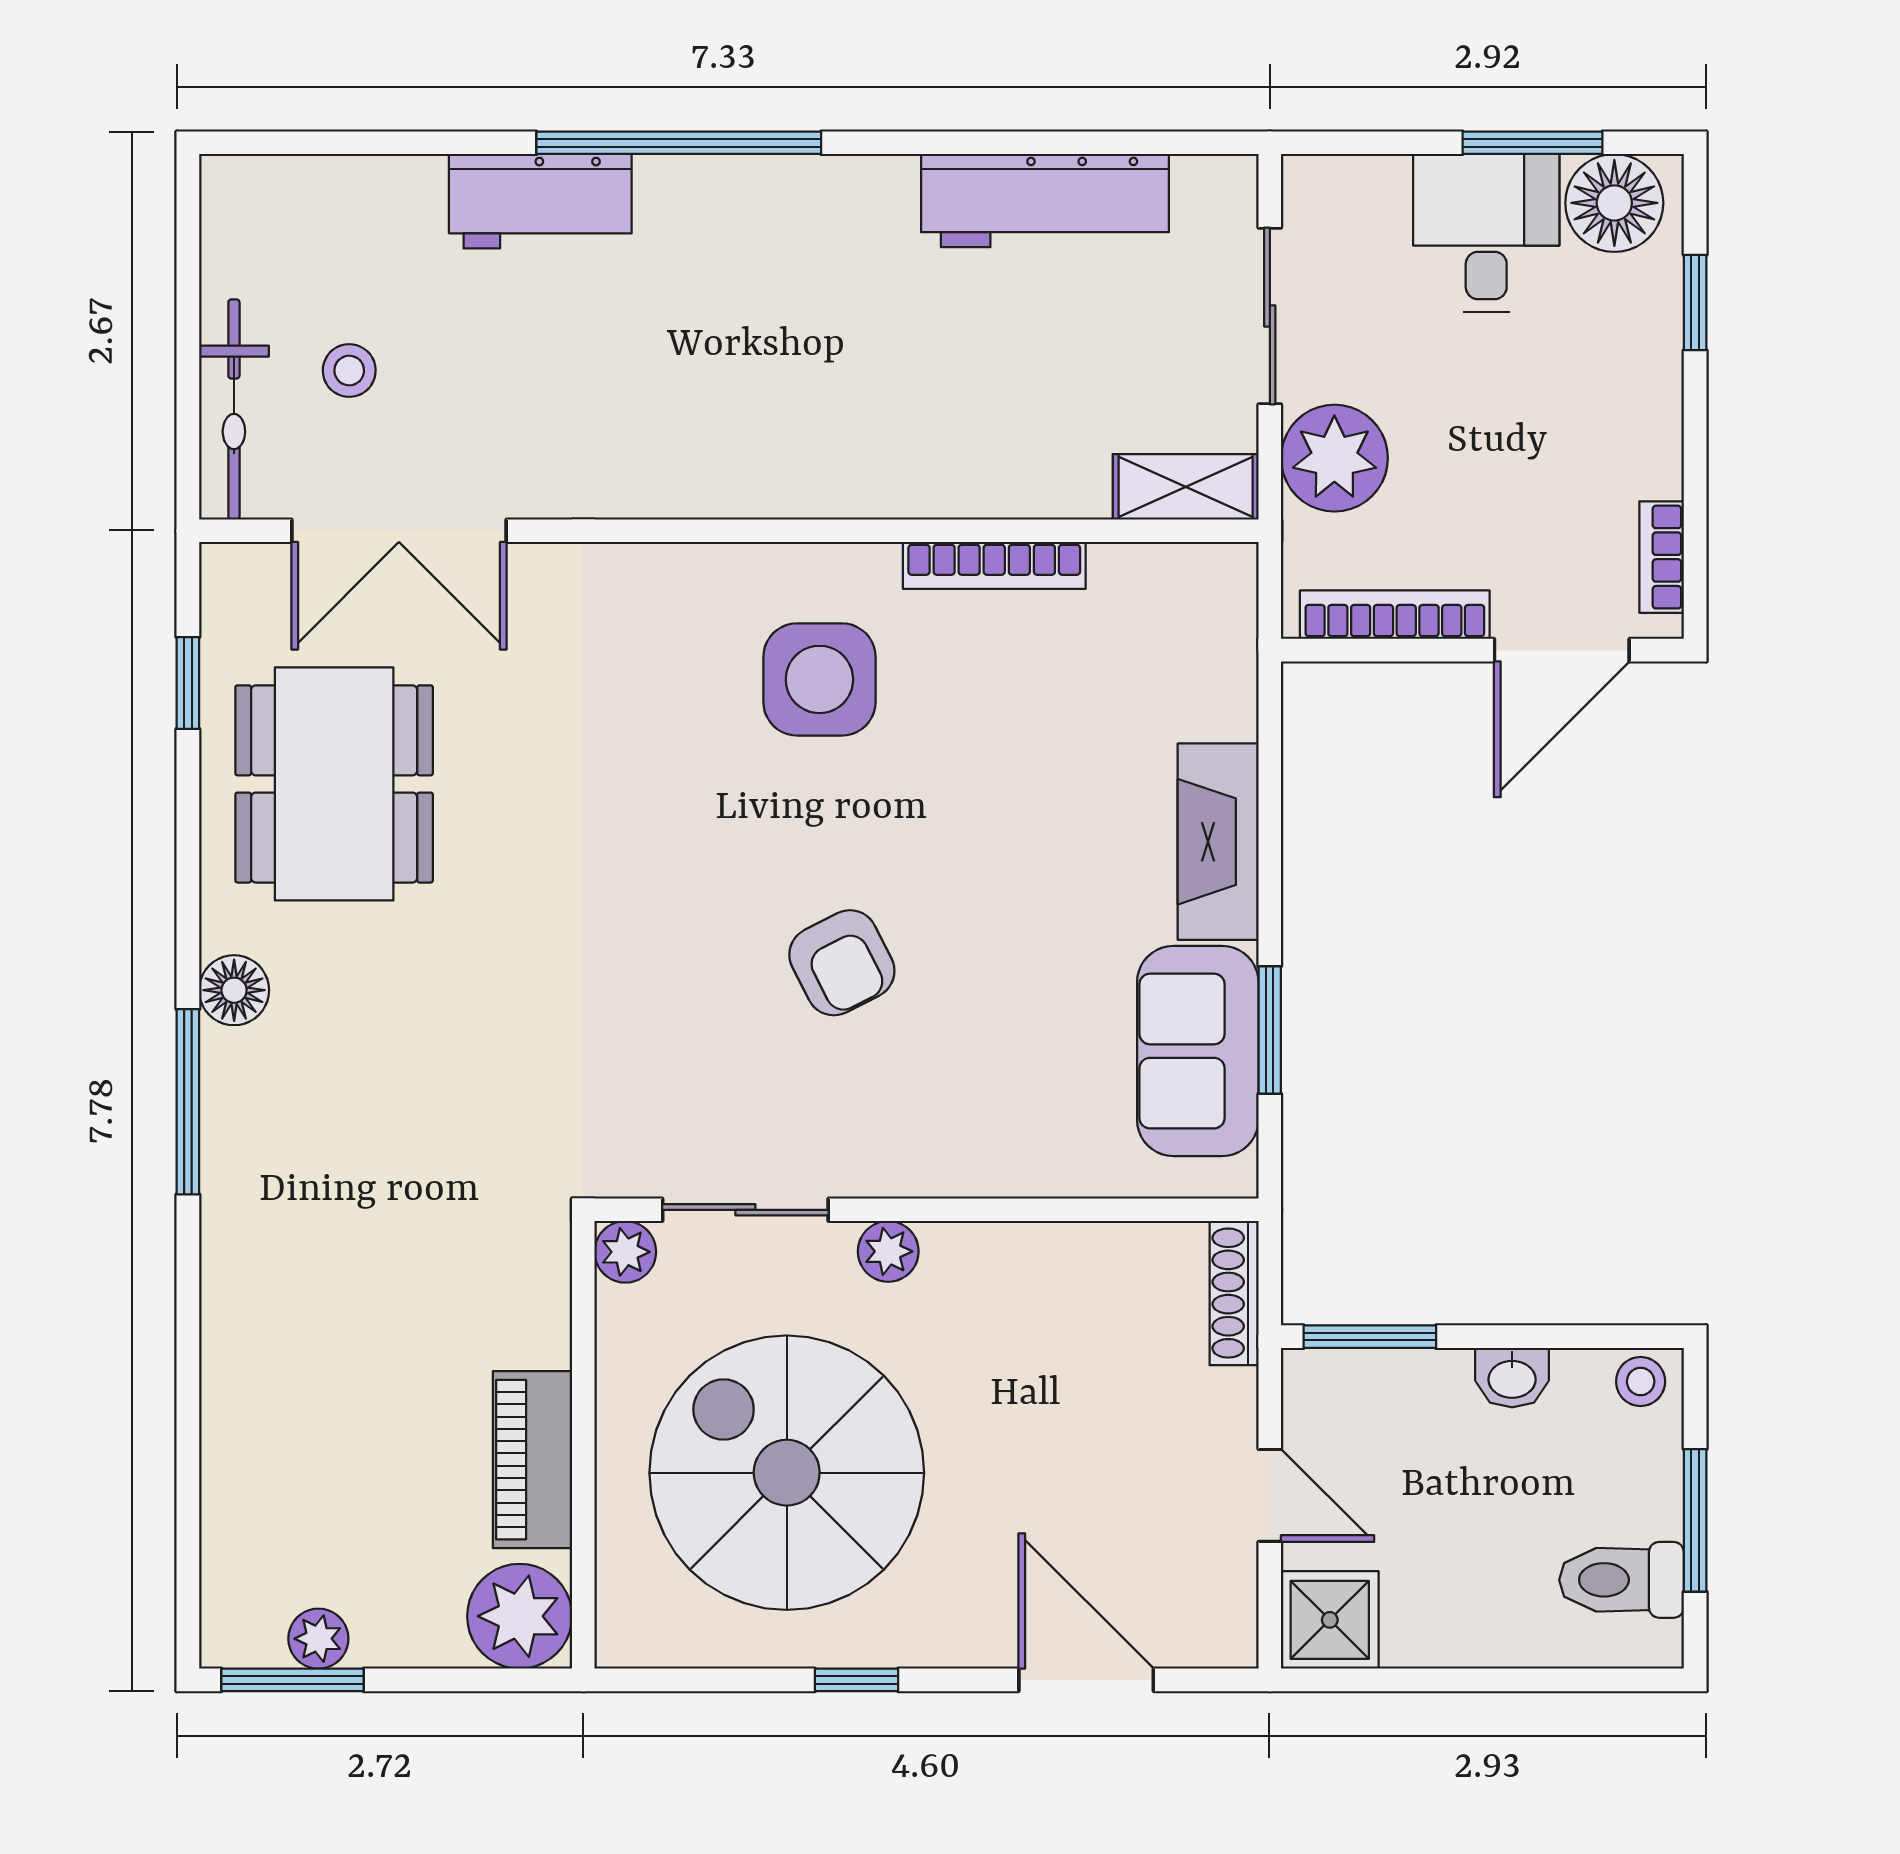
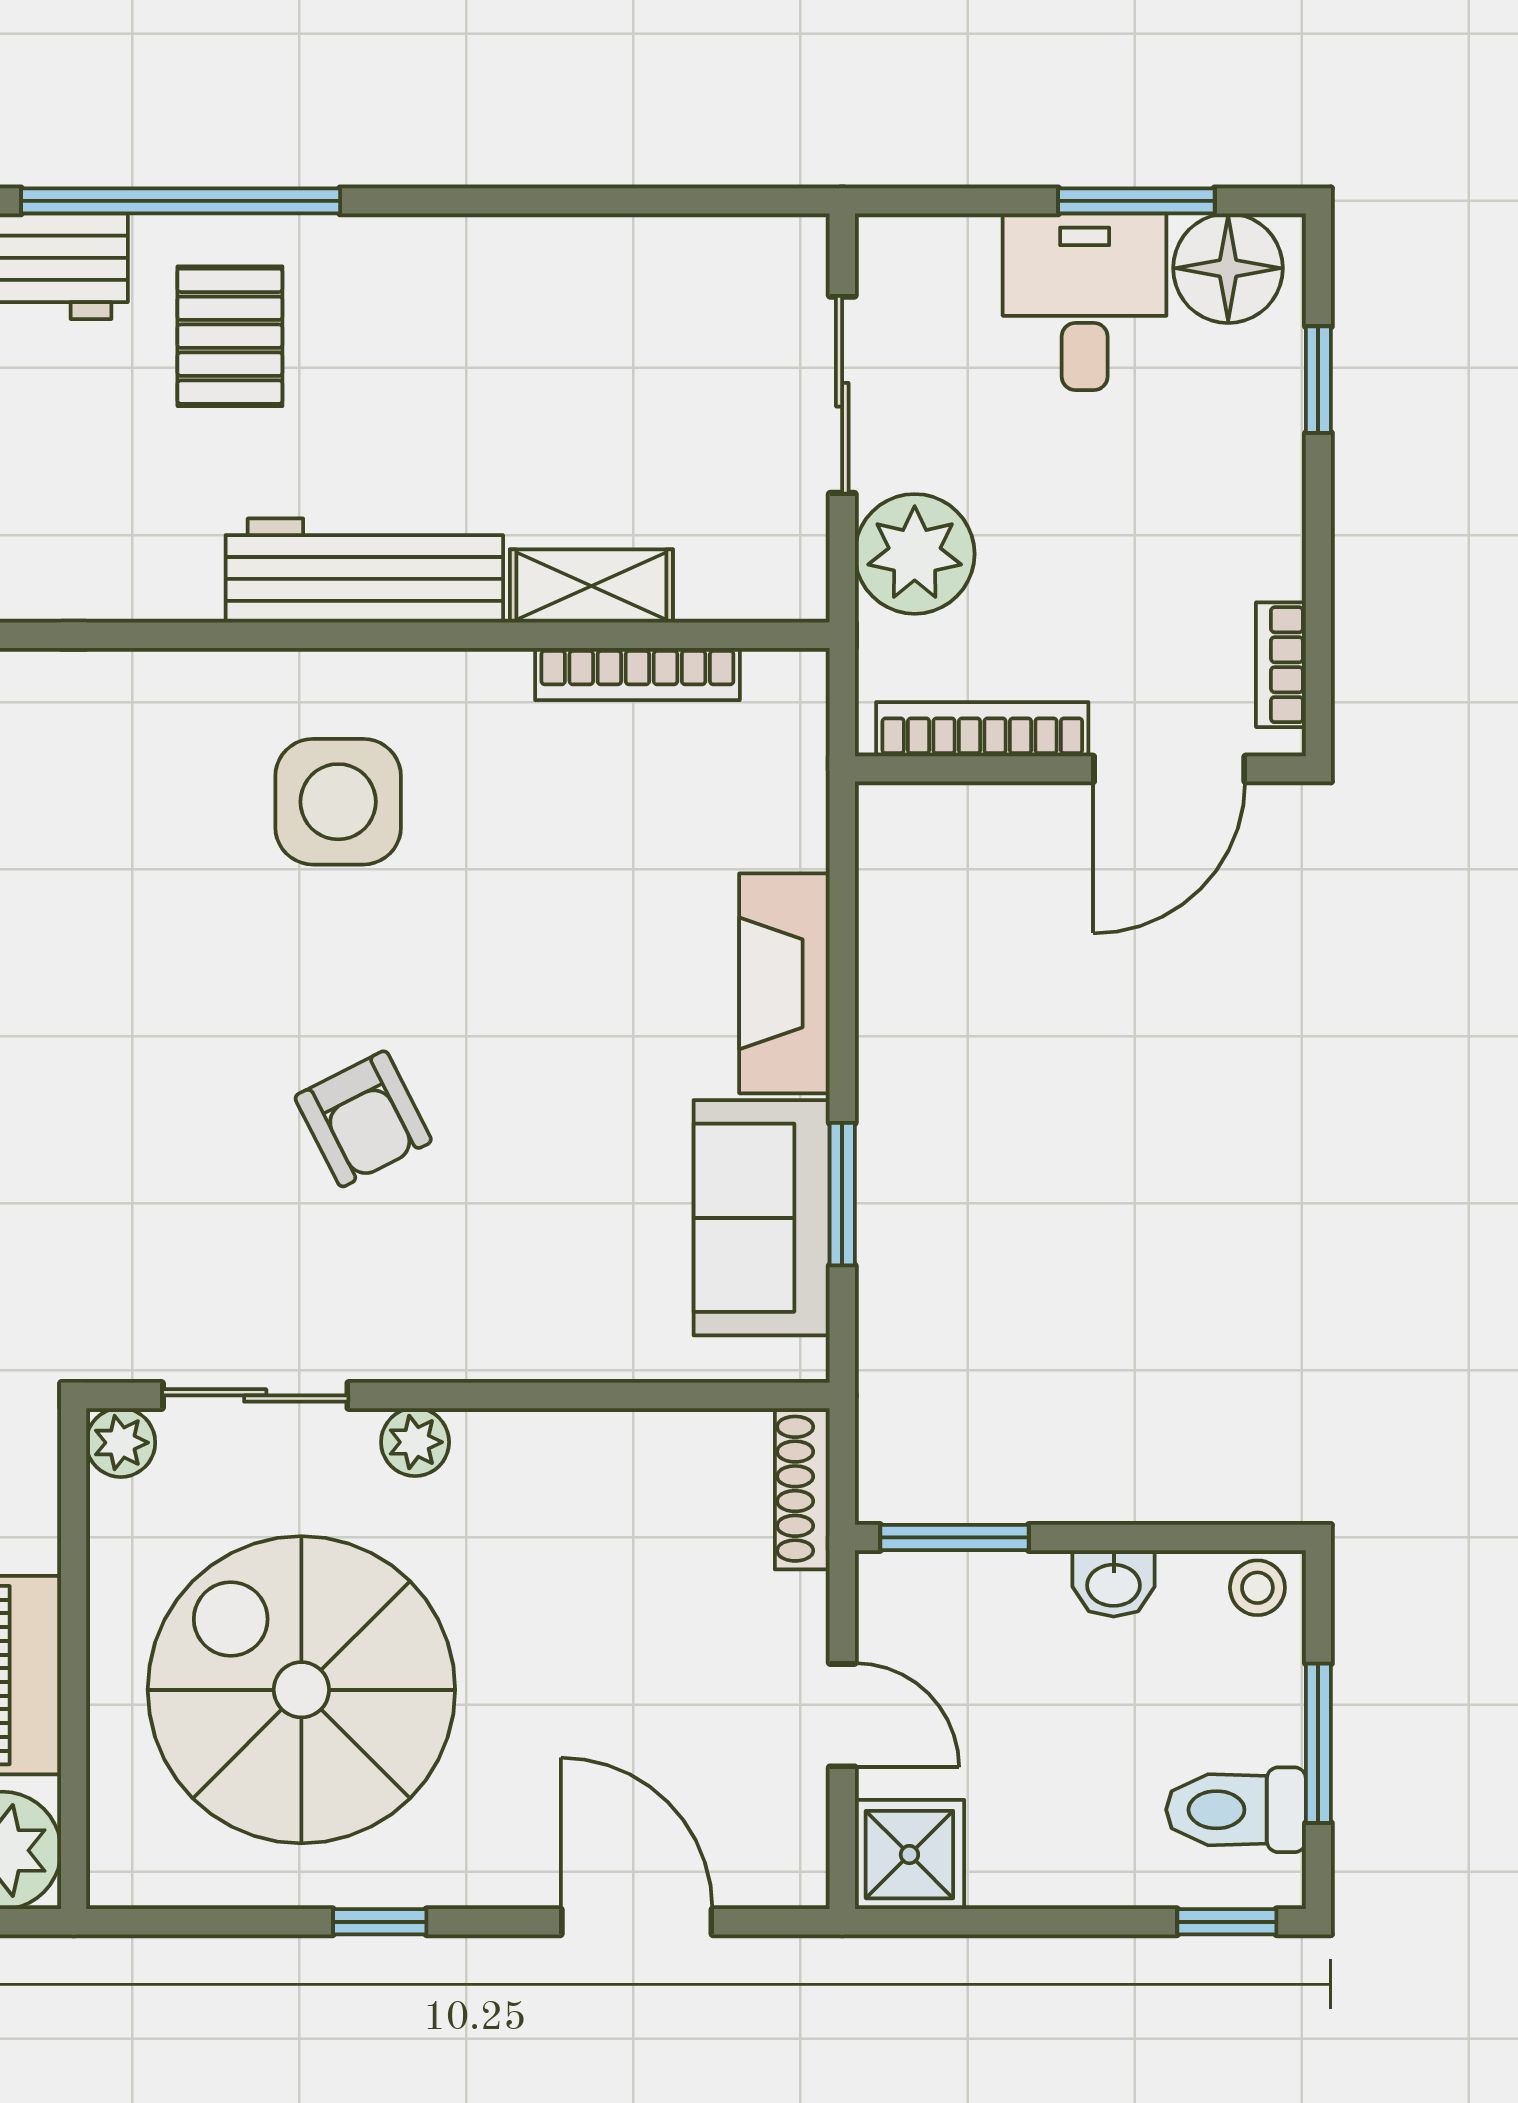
workbench: (1045, 201) -> (364, 571), moved, turned 180
pallet: (723, 264) -> (230, 336), added
shelving: (1186, 487) -> (591, 586), moved
bookcase: (994, 565) -> (637, 674), moved
window: (1613, 1680) -> (1227, 1922), added

